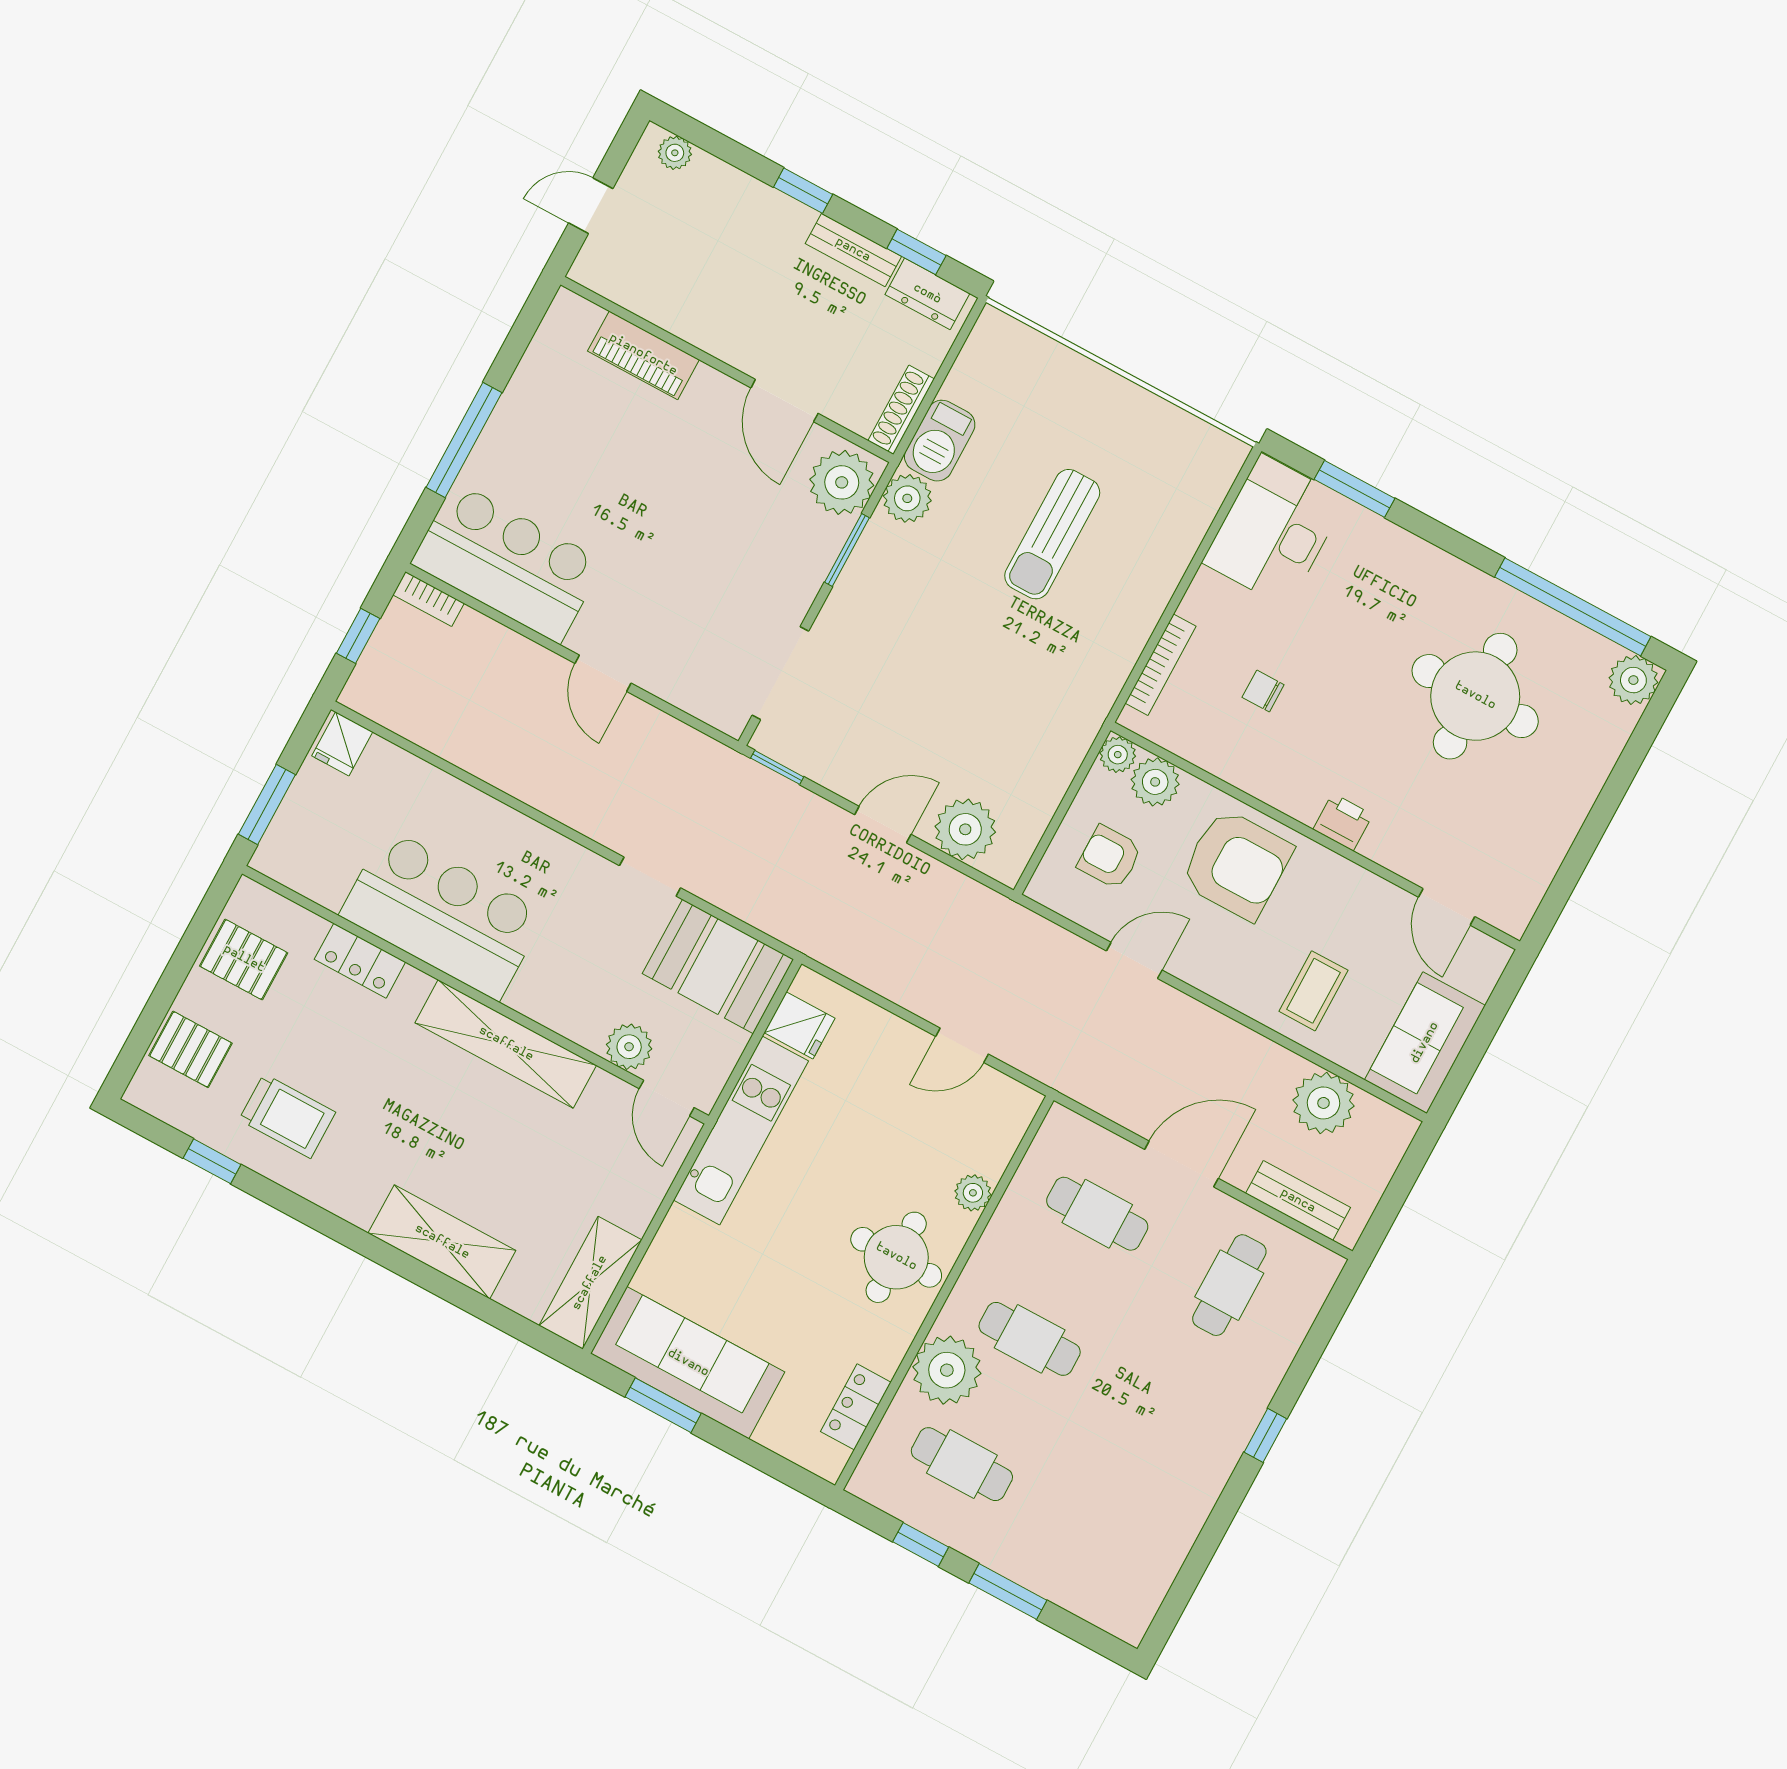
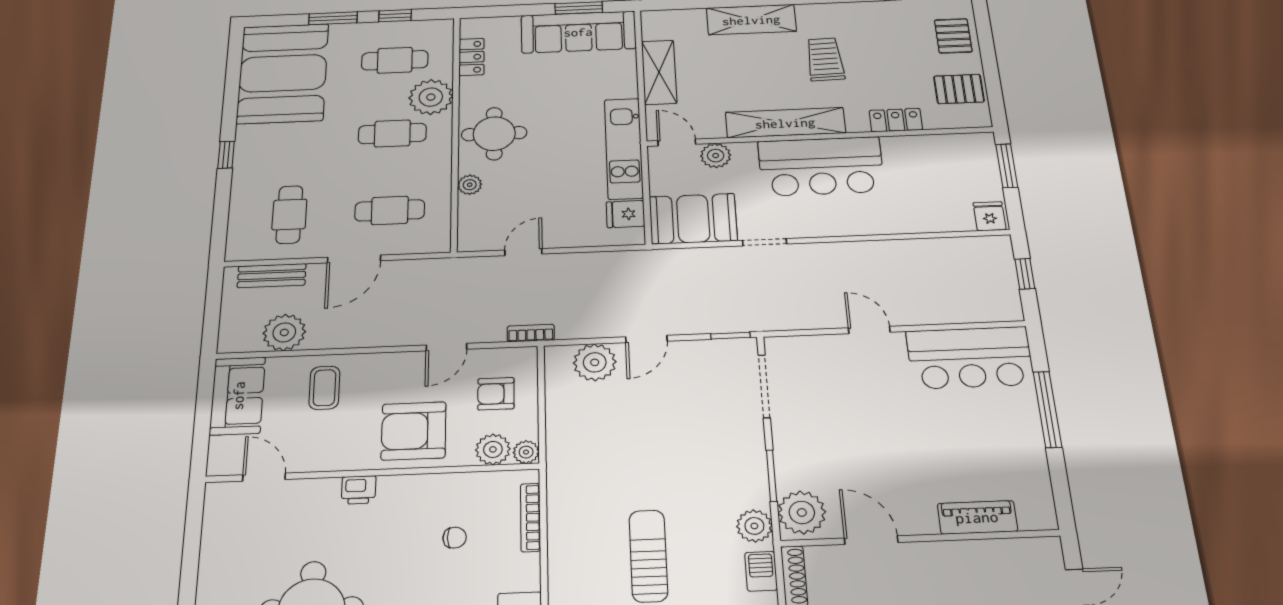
barbecue: (940, 441) -> (761, 571), width x0.73, depth x0.79
bookcase: (428, 599) -> (531, 333), moved
armchair: (1110, 857) -> (496, 394), turned 180
bar counter: (443, 914) -> (821, 166), moved
pallet: (191, 1049) -> (953, 36), turned 90
trolley: (287, 1116) -> (825, 59), moved, turned 88
shelving: (590, 1283) -> (659, 72), moved
booth: (1124, 1533) -> (283, 73), added

